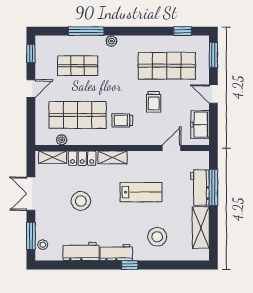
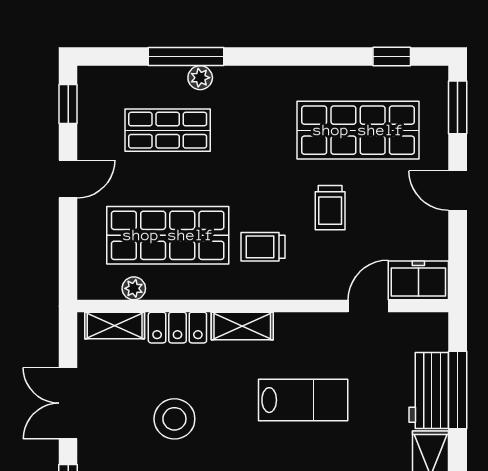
plant: (111, 41) -> (200, 78), moved
freezer: (200, 125) -> (418, 280), moved, turned 90

